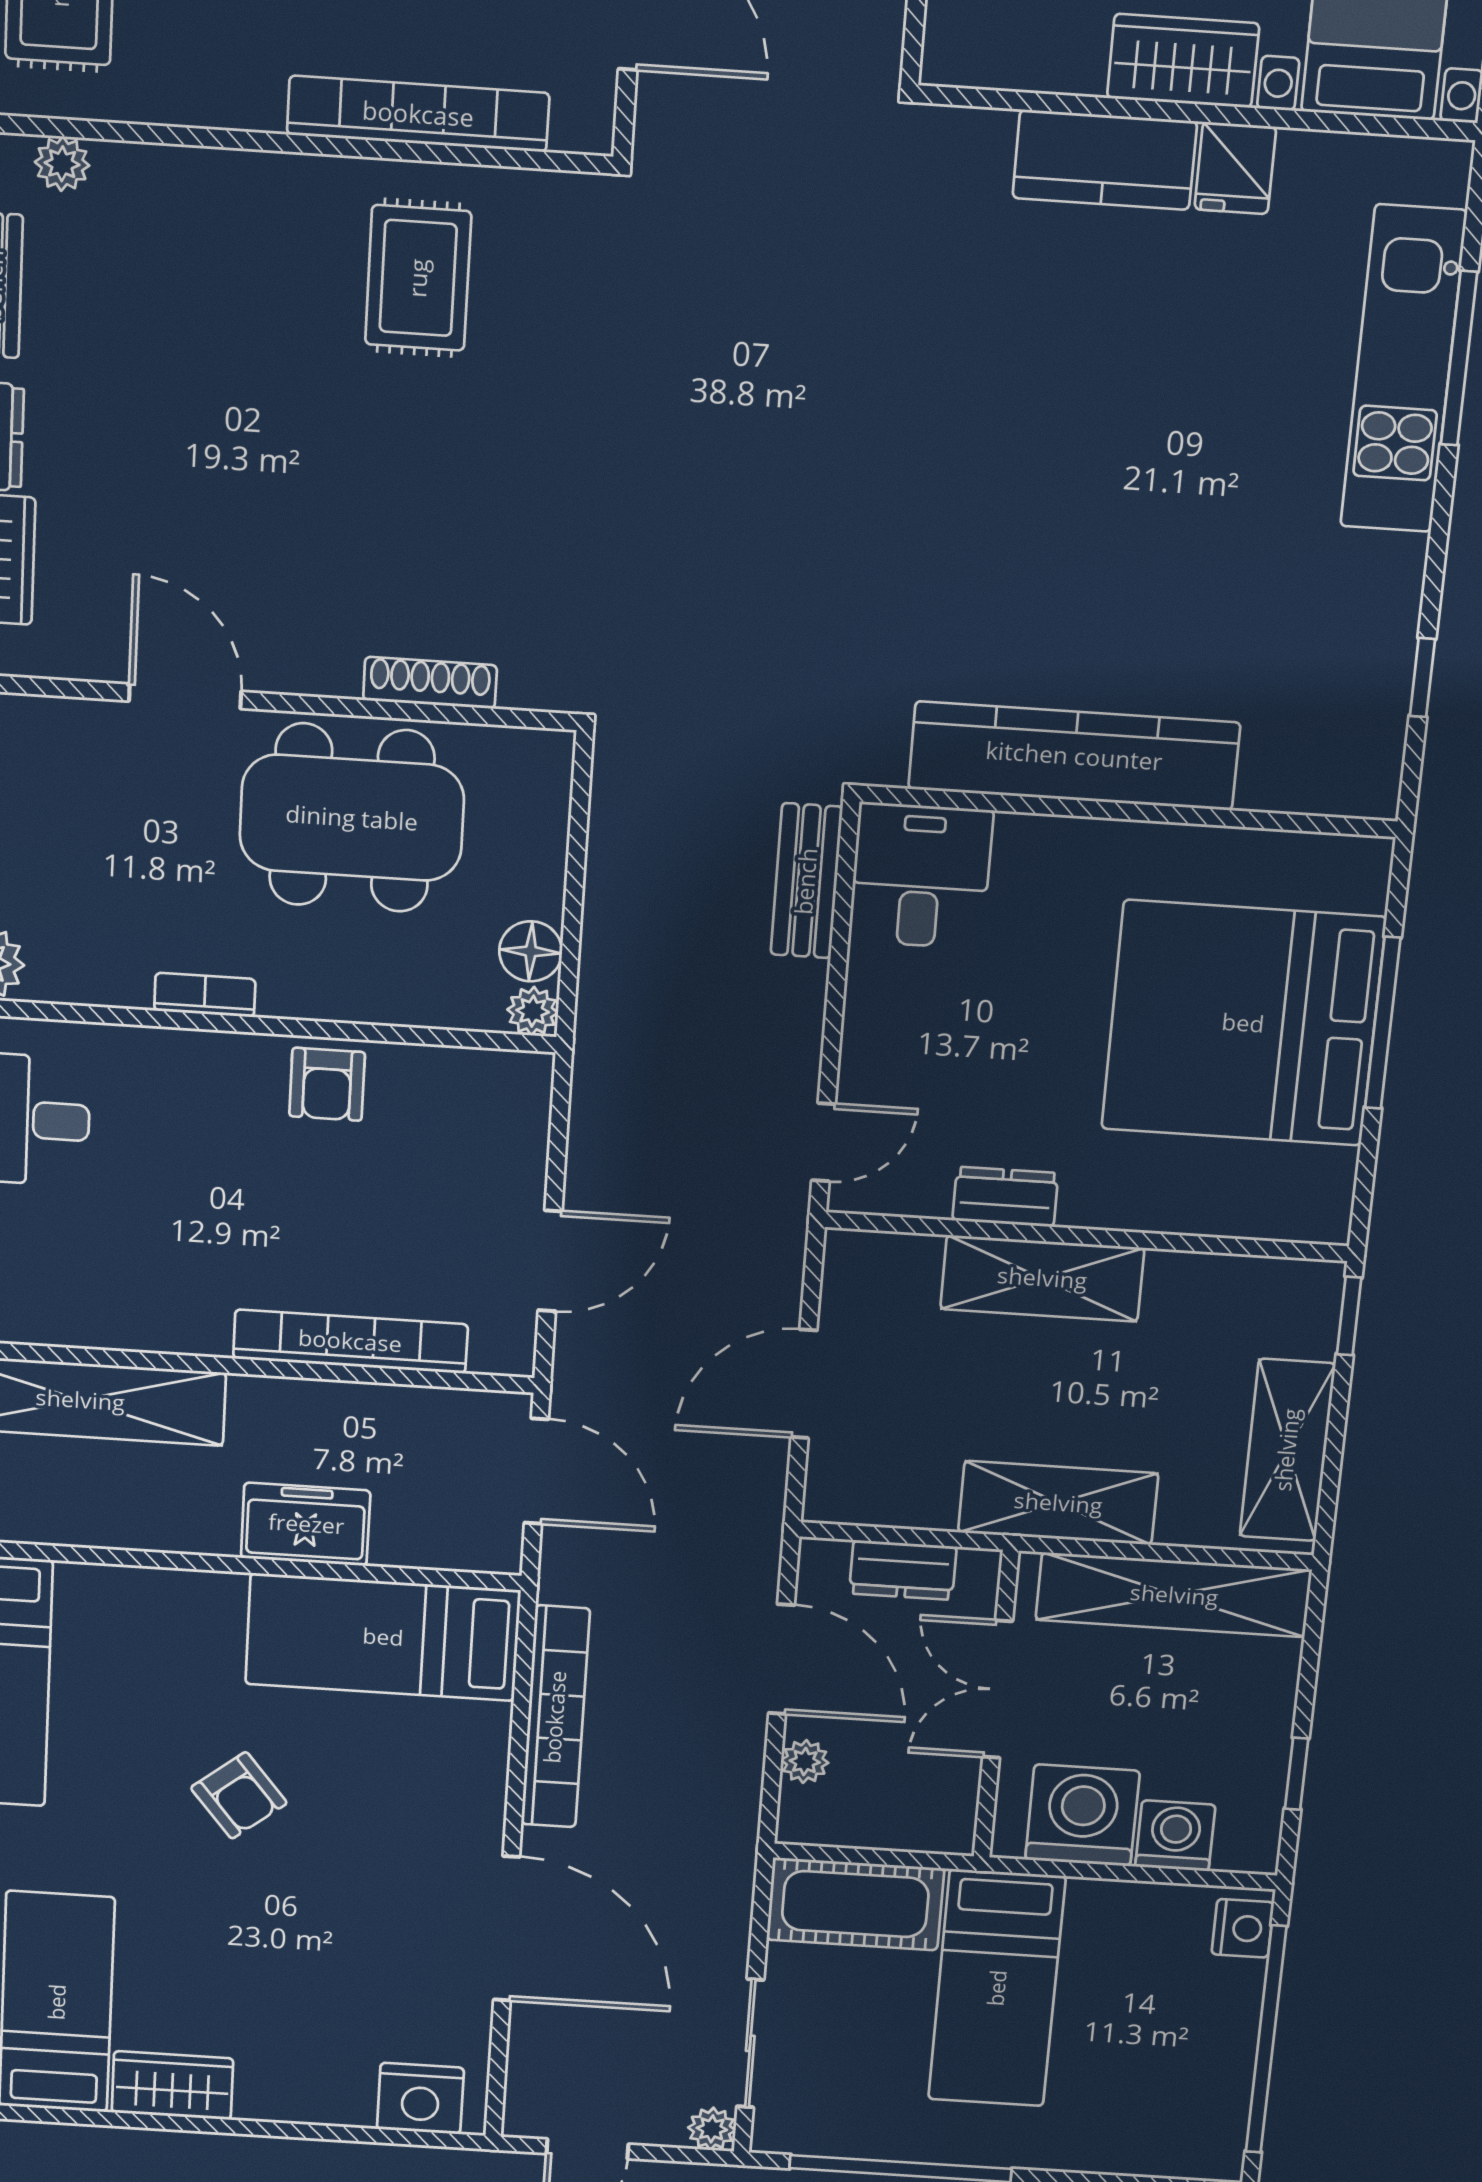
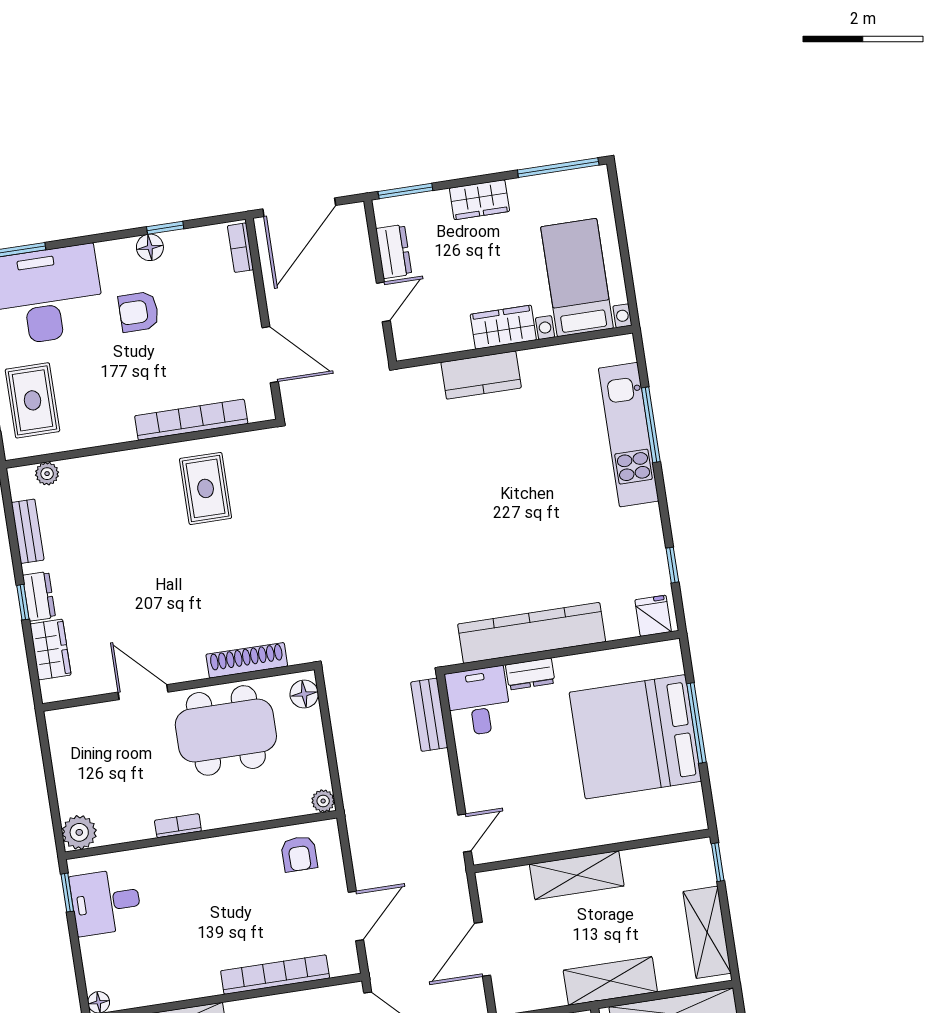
fridge: (1235, 168) -> (653, 616), moved, turned 180
shoe rack: (430, 683) -> (247, 660), width x1.36, depth x1.24
floor lamp: (531, 951) -> (304, 694), moved
armchair: (327, 1084) -> (299, 854), moved
dresser: (1005, 1197) -> (530, 674), moved, turned 180

